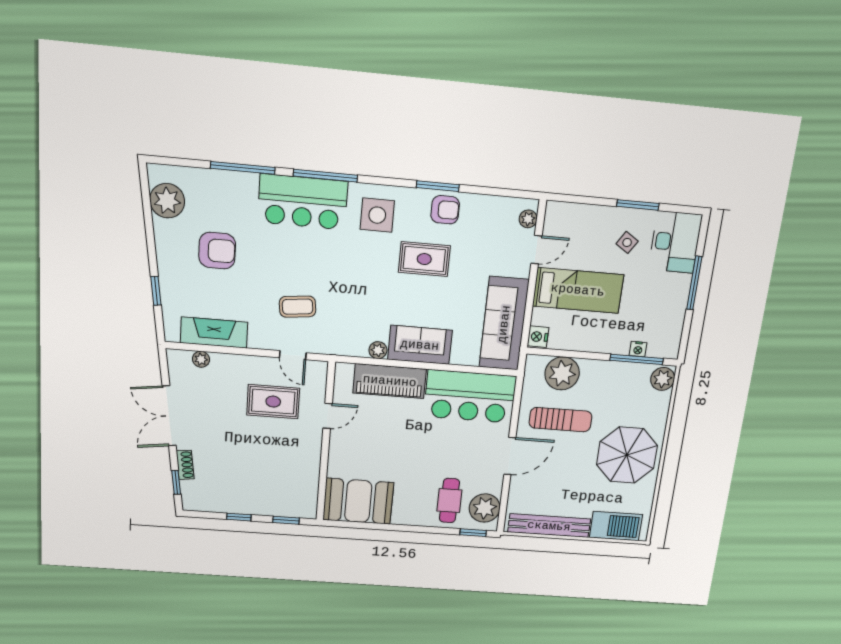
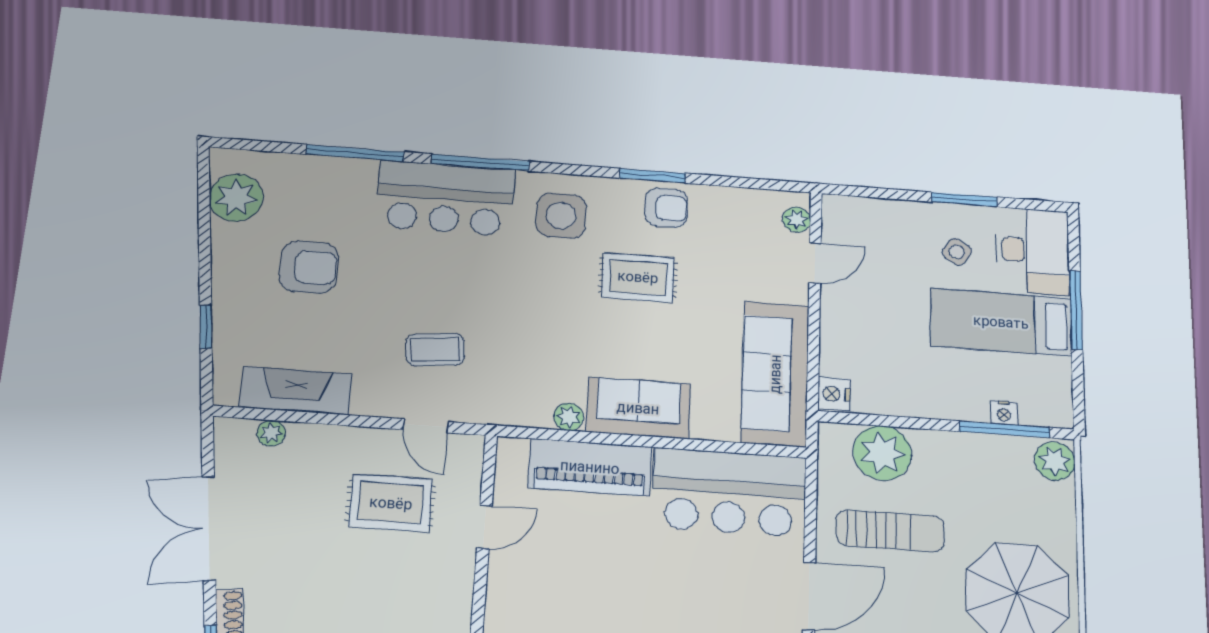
bed: (578, 290) -> (1001, 322), moved, turned 180

